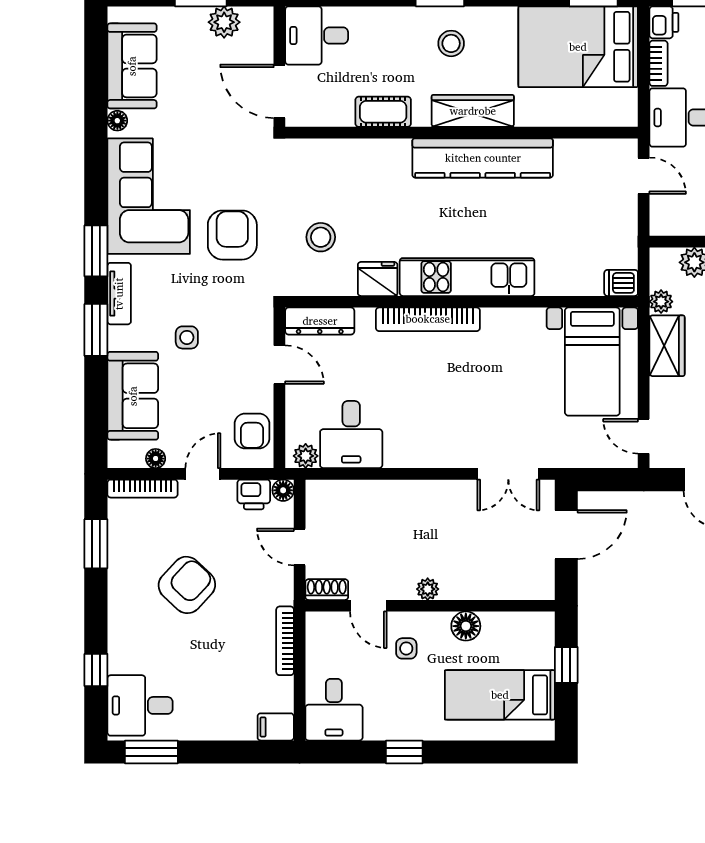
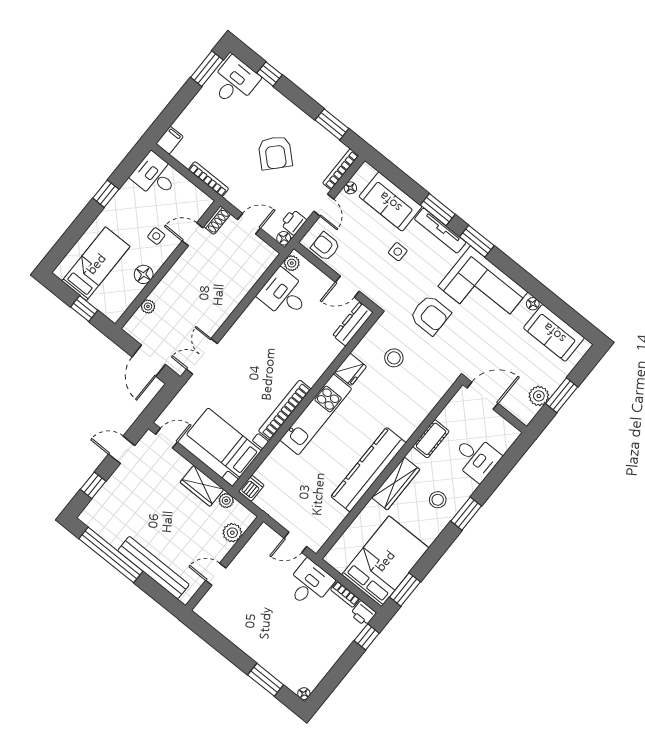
desk: (317, 35) -> (476, 458), moved, turned 90
tv unit: (119, 294) -> (440, 231), width x1.41
bookcase: (428, 319) -> (285, 410), moved
plant: (428, 589) -> (148, 306), moved

